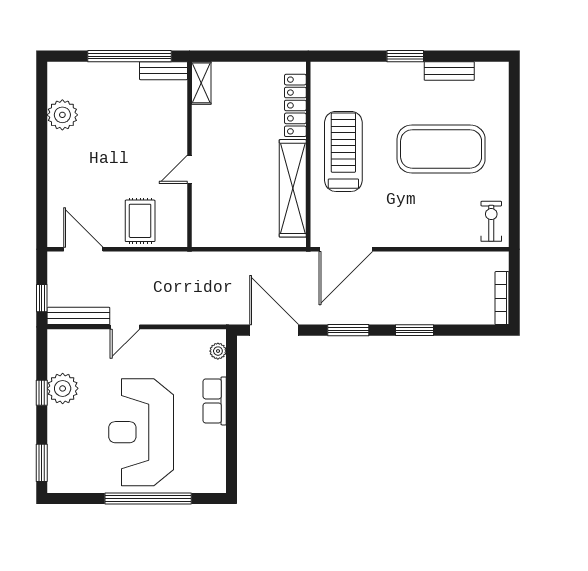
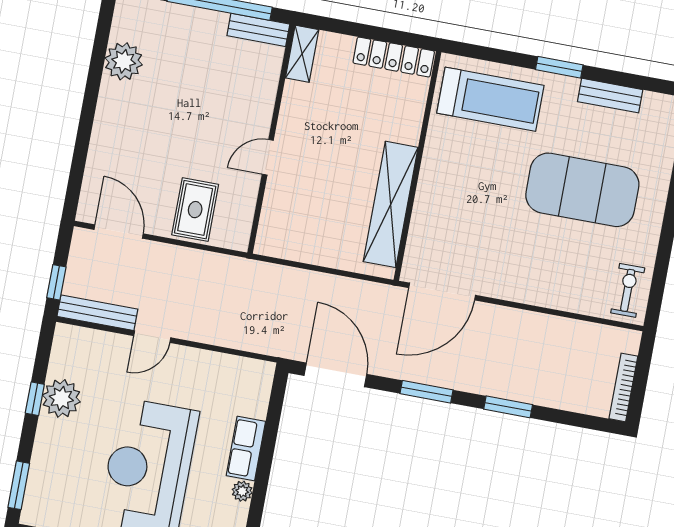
locker: (295, 105) -> (394, 57), moved, turned -90
treadmill: (343, 151) -> (490, 99), moved, turned 90
plant: (218, 351) -> (242, 491), moved

